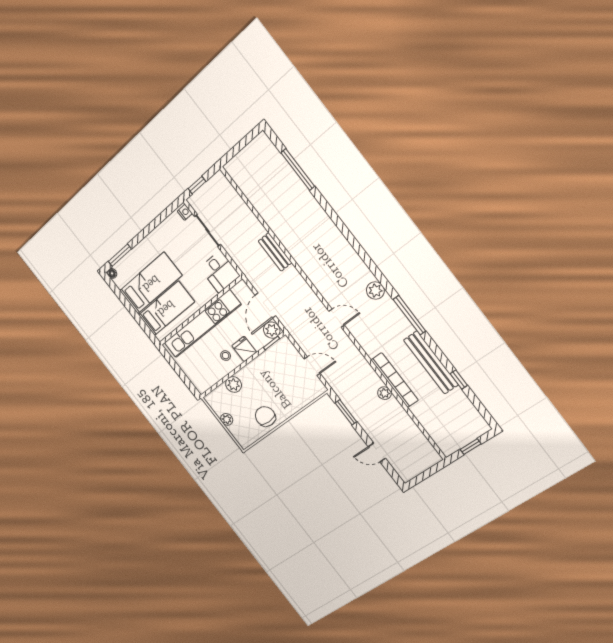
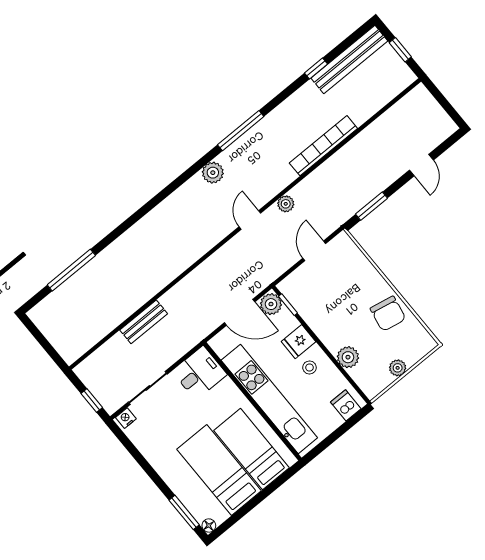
bench: (275, 252) -> (144, 322), moved
bench: (431, 362) -> (349, 60), moved
dishwasher: (199, 380) -> (346, 405), added
plant: (384, 393) -> (286, 204), moved
chair: (265, 416) -> (388, 314), turned -79

